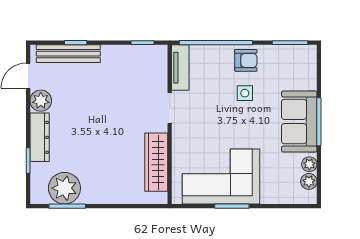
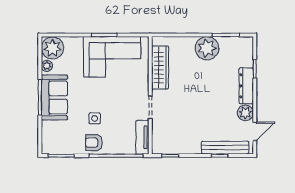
plant: (309, 181) -> (52, 48), width x1.87, depth x1.87
plant: (64, 188) -> (207, 48), moved

